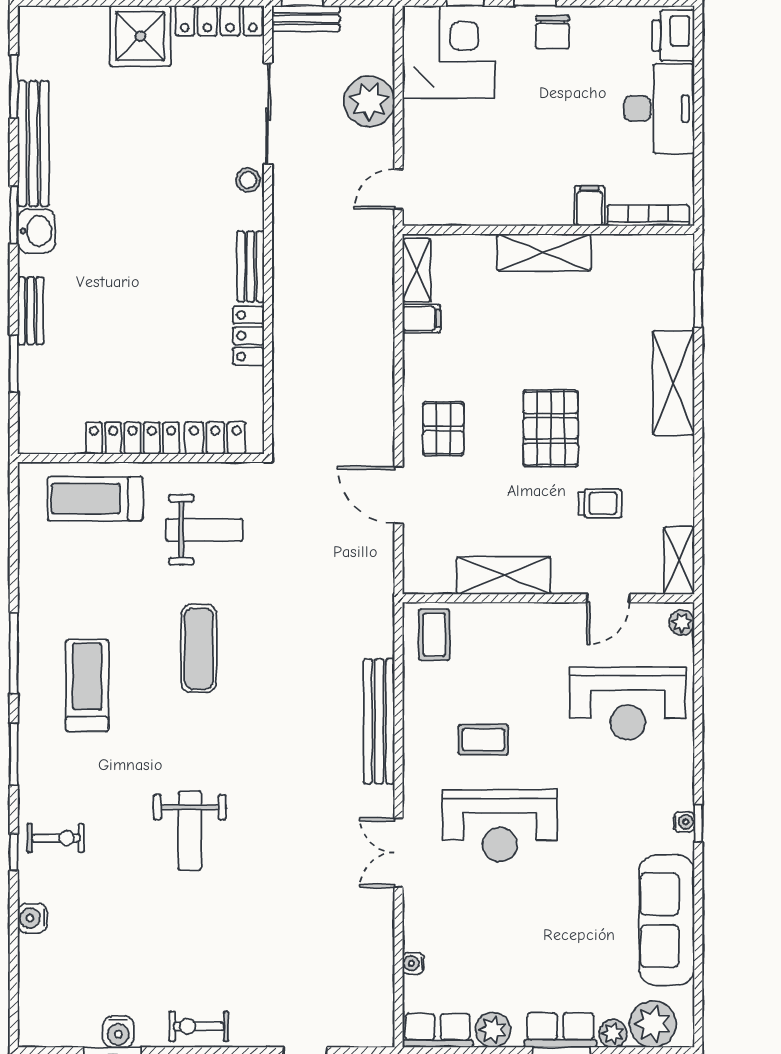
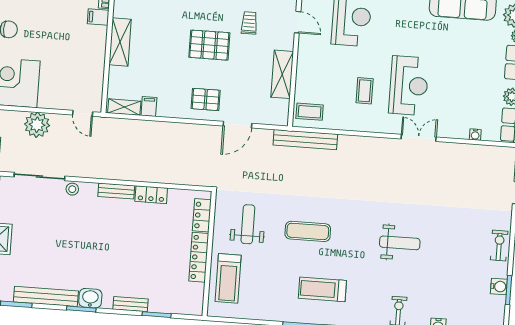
bench: (379, 721) -> (305, 140), moved
double door: (398, 853) -> (419, 138), swing flipped
exercise bike: (199, 1026) -> (499, 246), turned 180

